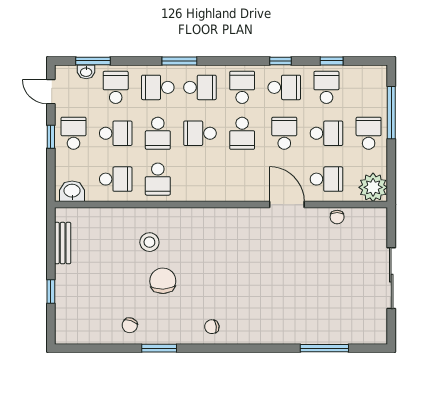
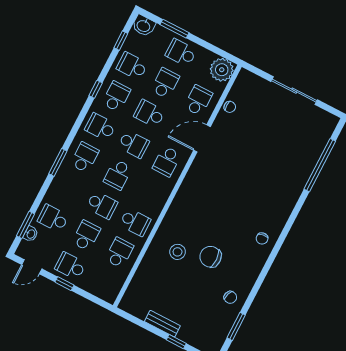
window: (332, 61) -> (121, 41), moved
school desk: (158, 87) -> (167, 161), moved
window: (391, 113) -> (174, 29), width x0.69
washbasin: (72, 191) -> (144, 26), moved, turned -90
bench: (63, 243) -> (162, 324), moved
window: (159, 348) -> (236, 326), moved
window: (324, 348) -> (320, 165), width x1.46

